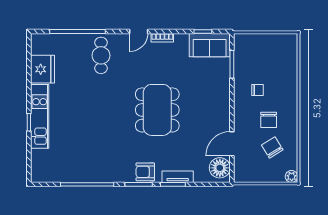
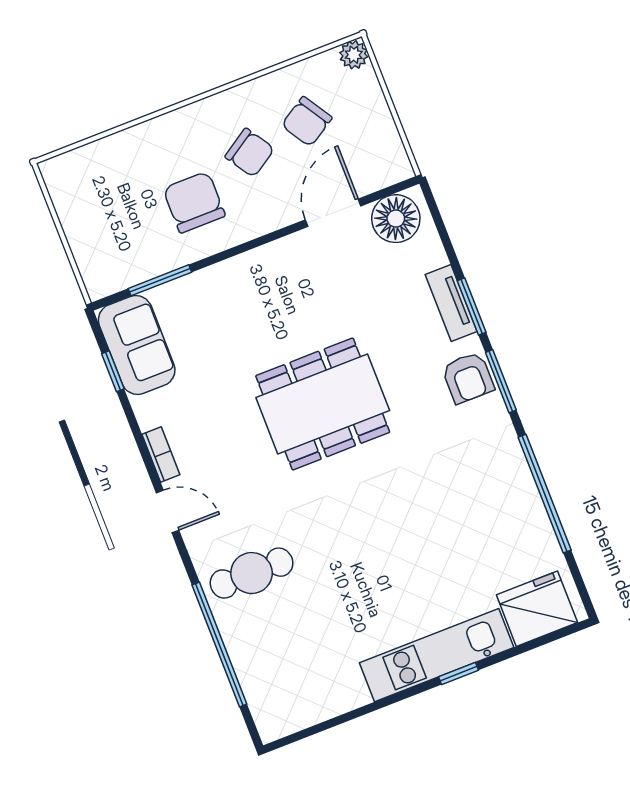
fridge: (43, 69) -> (537, 609), moved
chair: (258, 90) -> (194, 202), width x1.87, depth x1.87
chair: (269, 120) -> (250, 153), turned 57
door: (232, 144) -> (333, 213), swing flipped

